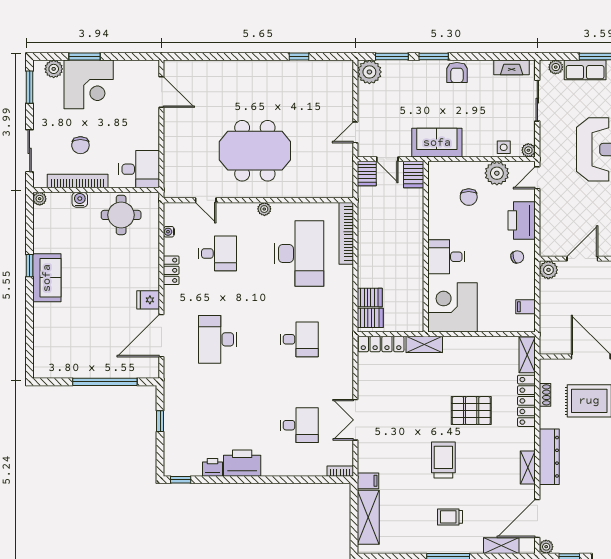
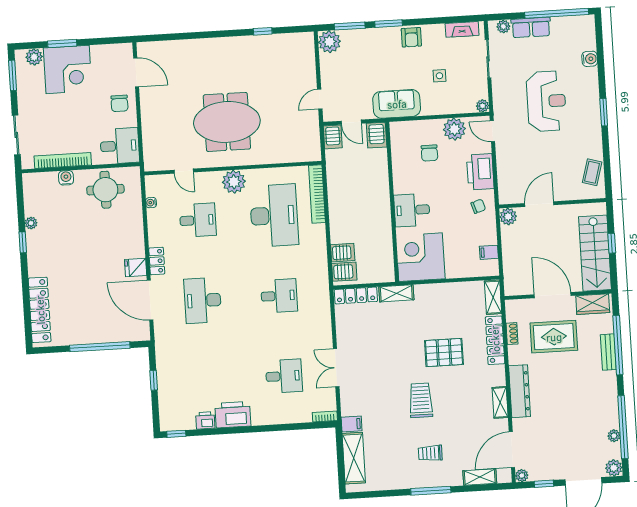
chair: (80, 145) -> (119, 103), moved
side table: (504, 147) -> (439, 76), moved
door: (537, 178) -> (492, 131), hinge flipped
plant: (40, 199) -> (31, 223), moved
plant: (264, 209) -> (234, 182), width x1.88, depth x1.88
locker: (171, 270) -> (157, 261), moved
sofa: (47, 278) -> (40, 253), removed
door: (161, 336) -> (150, 300), hinge flipped
locker: (43, 339) -> (40, 310), added

